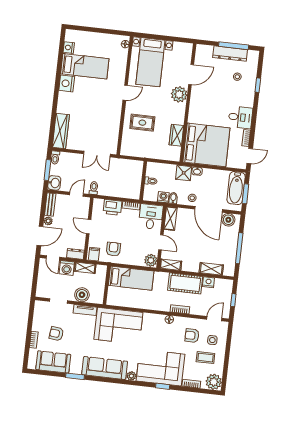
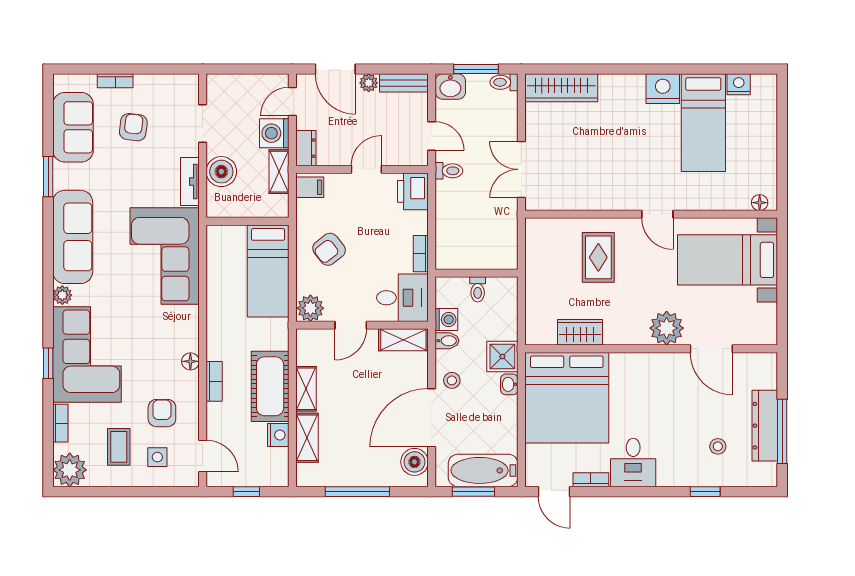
printer: (113, 207) -> (413, 191), moved
armchair: (113, 249) -> (329, 249), moved, turned 142
shelving: (171, 265) -> (306, 389), moved

